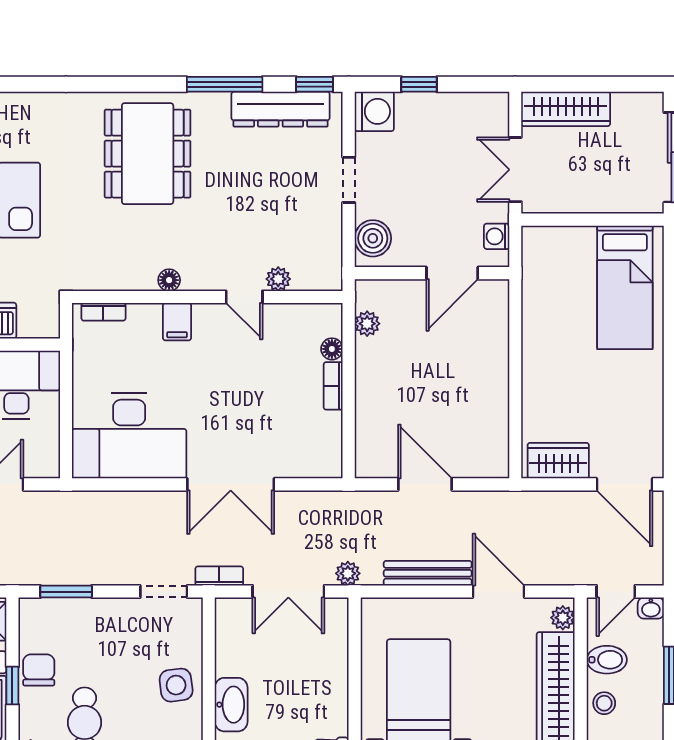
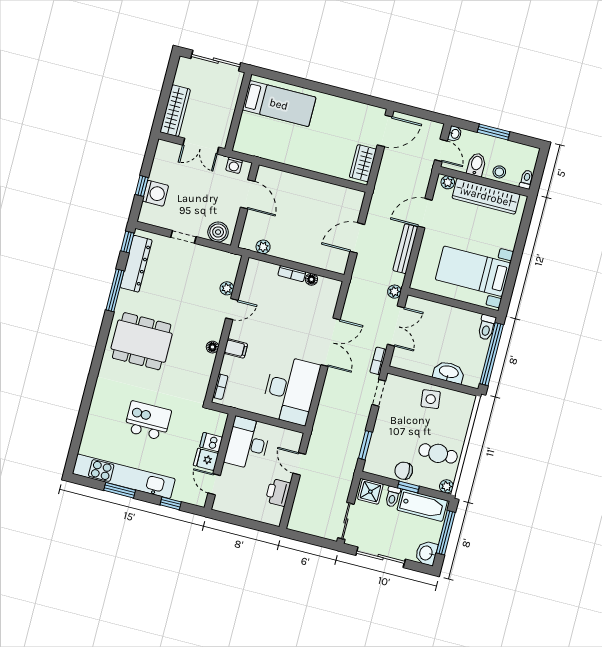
washing machine: (374, 111) -> (155, 193), moved, turned 90
floor lamp: (332, 349) -> (311, 279), moved

